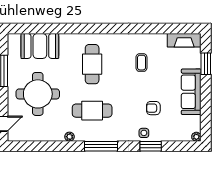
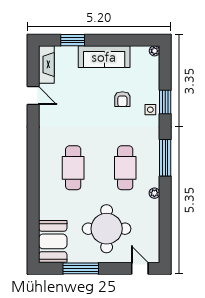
door: (157, 29) -> (33, 95), added
booth: (40, 46) -> (53, 241), moved
coffee table: (141, 63) -> (71, 112), removed
cafe table: (92, 64) -> (73, 168), turned 90

